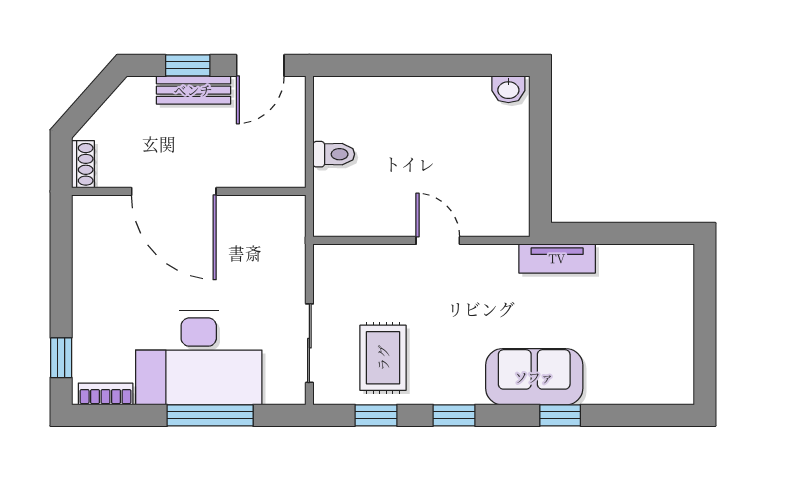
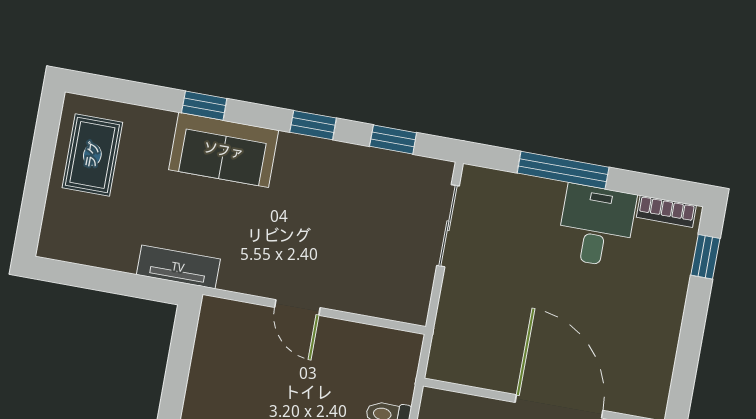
desk: (199, 358) -> (596, 226), width x0.53, depth x0.77
rug: (383, 358) -> (92, 155), moved

